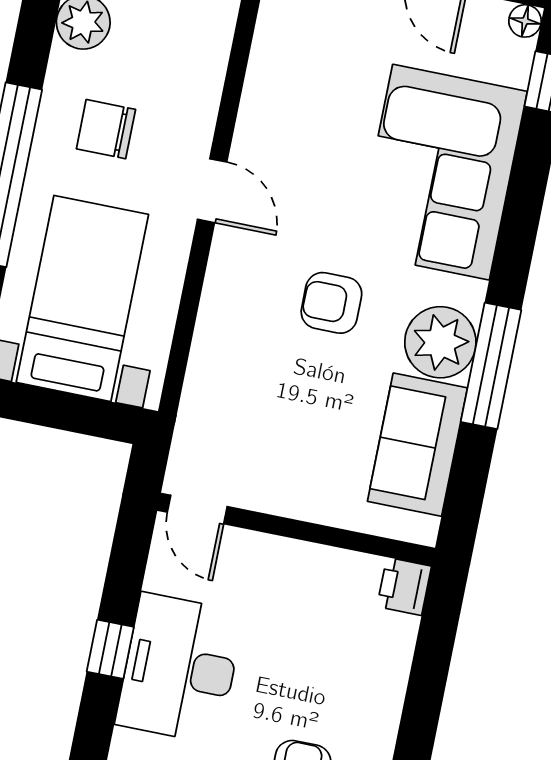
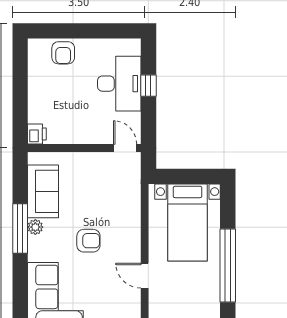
chair: (106, 129) -> (192, 292), removed
plant: (440, 342) -> (35, 227), width x0.53, depth x0.53

